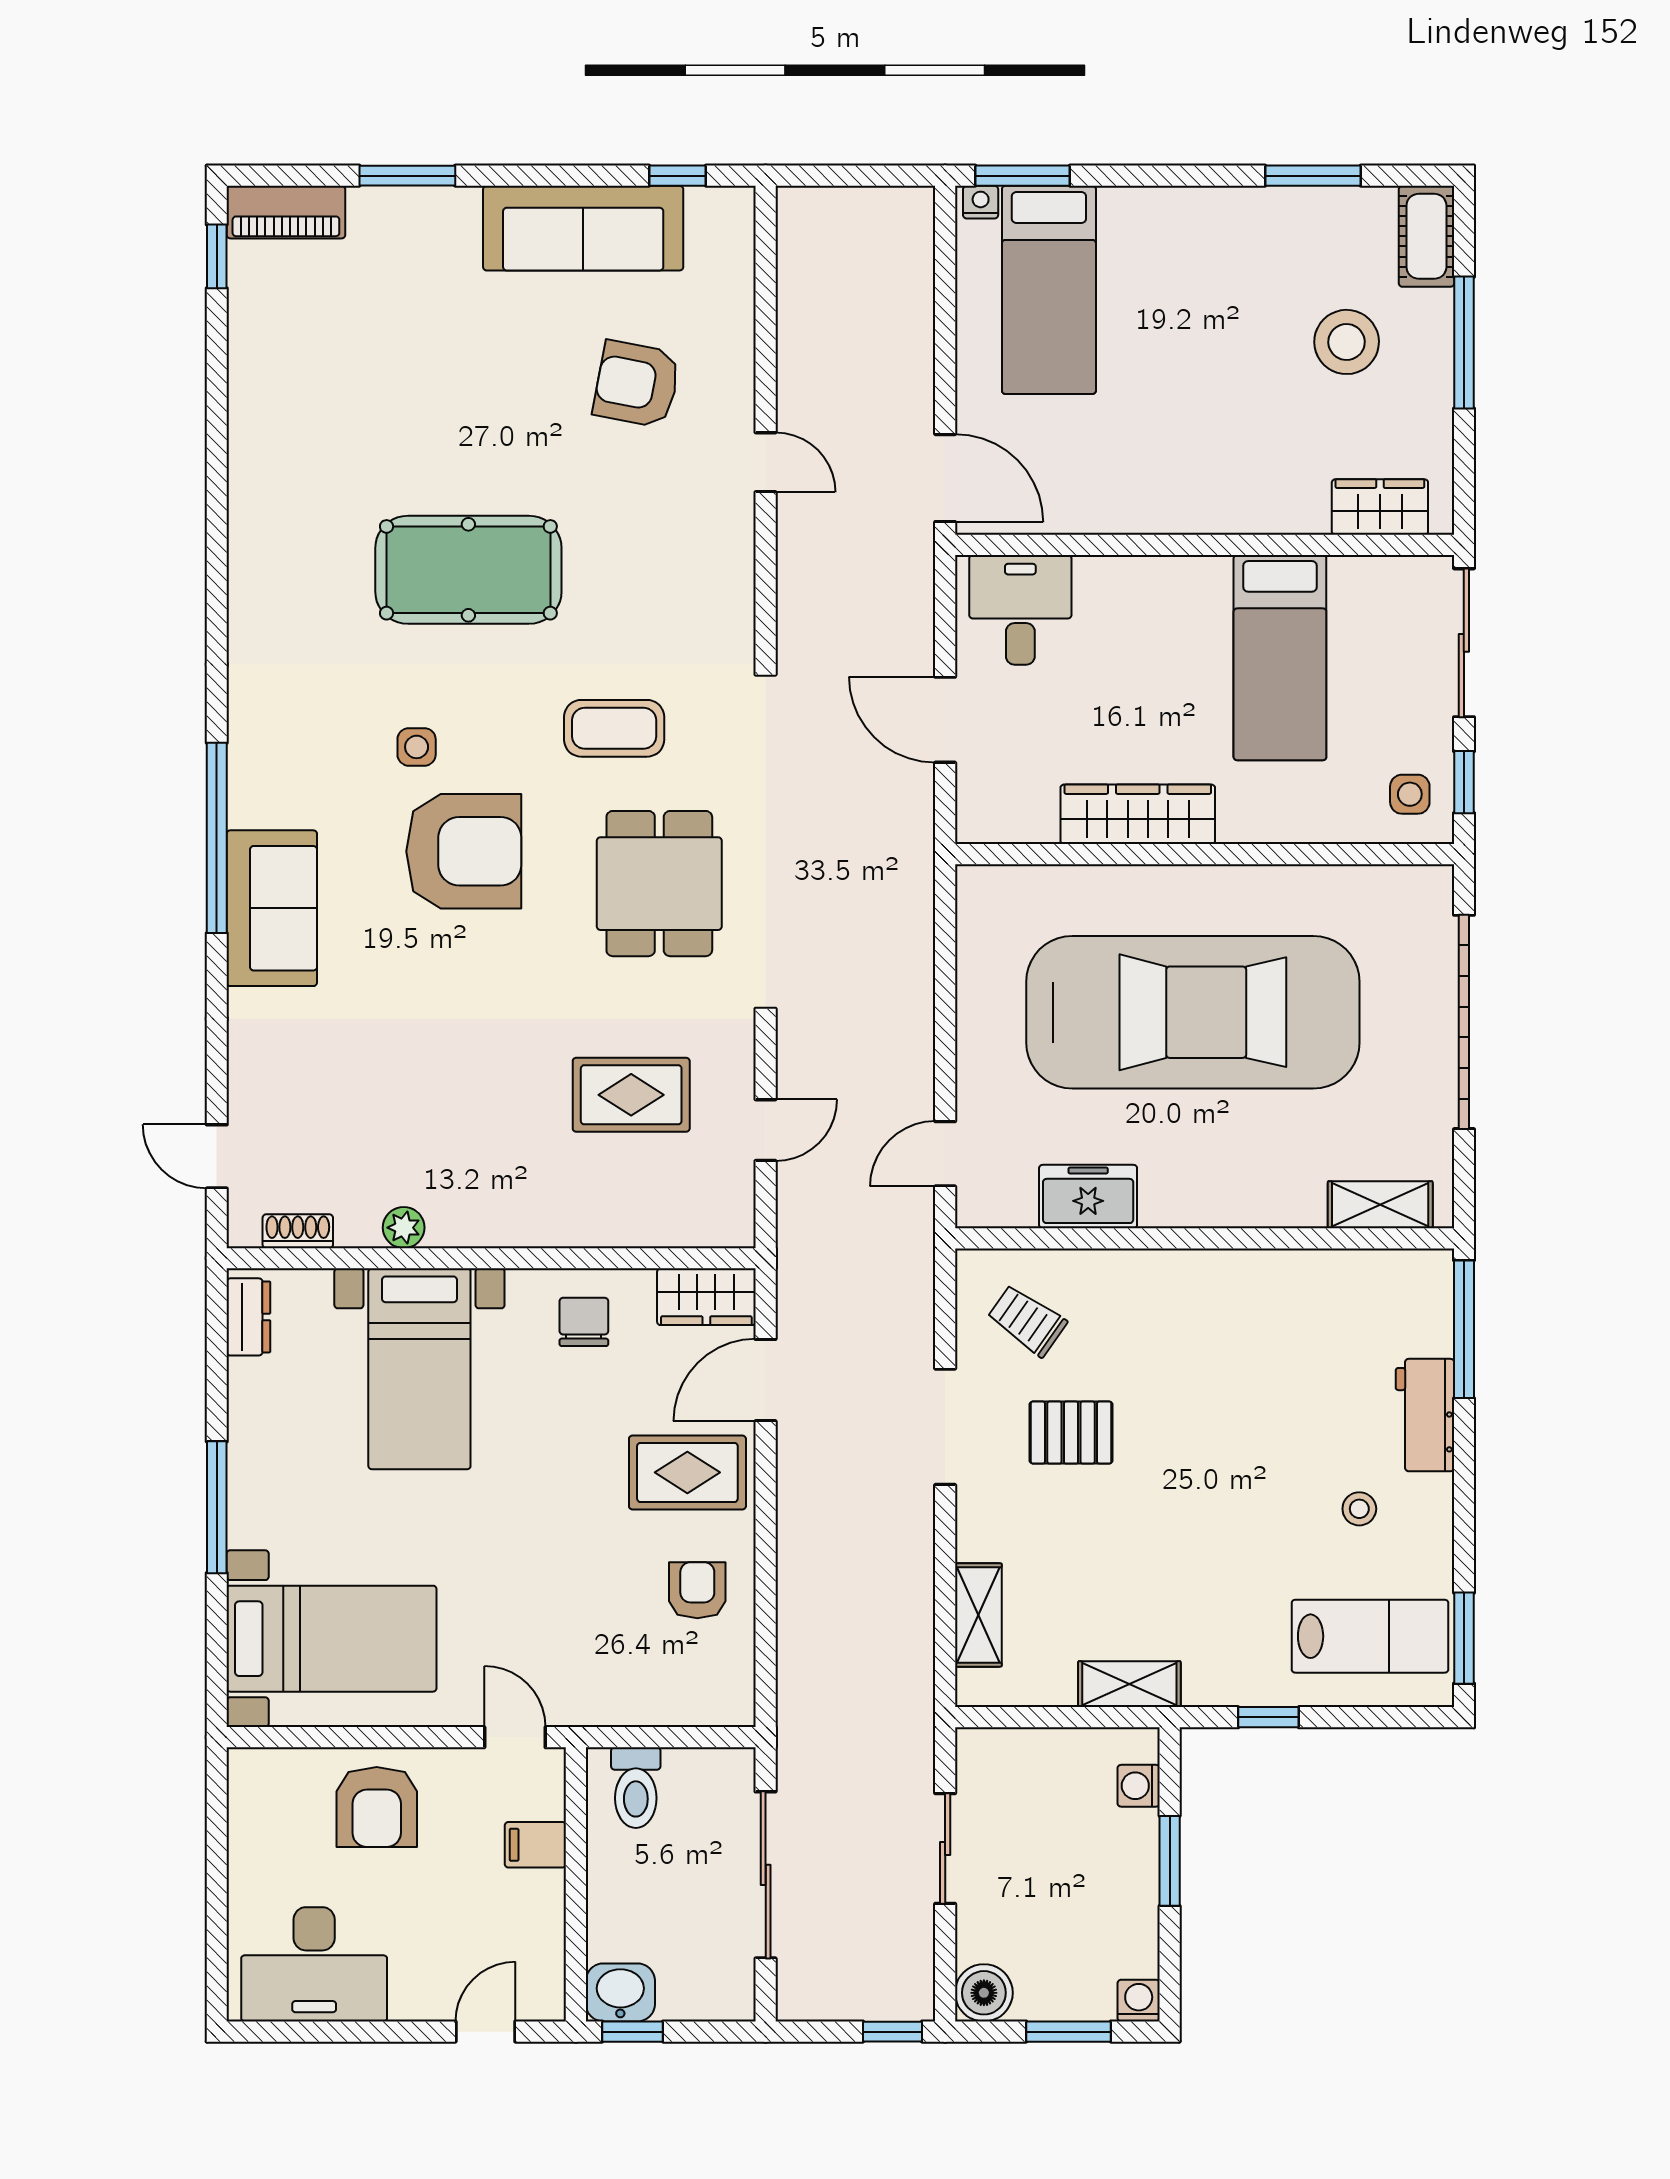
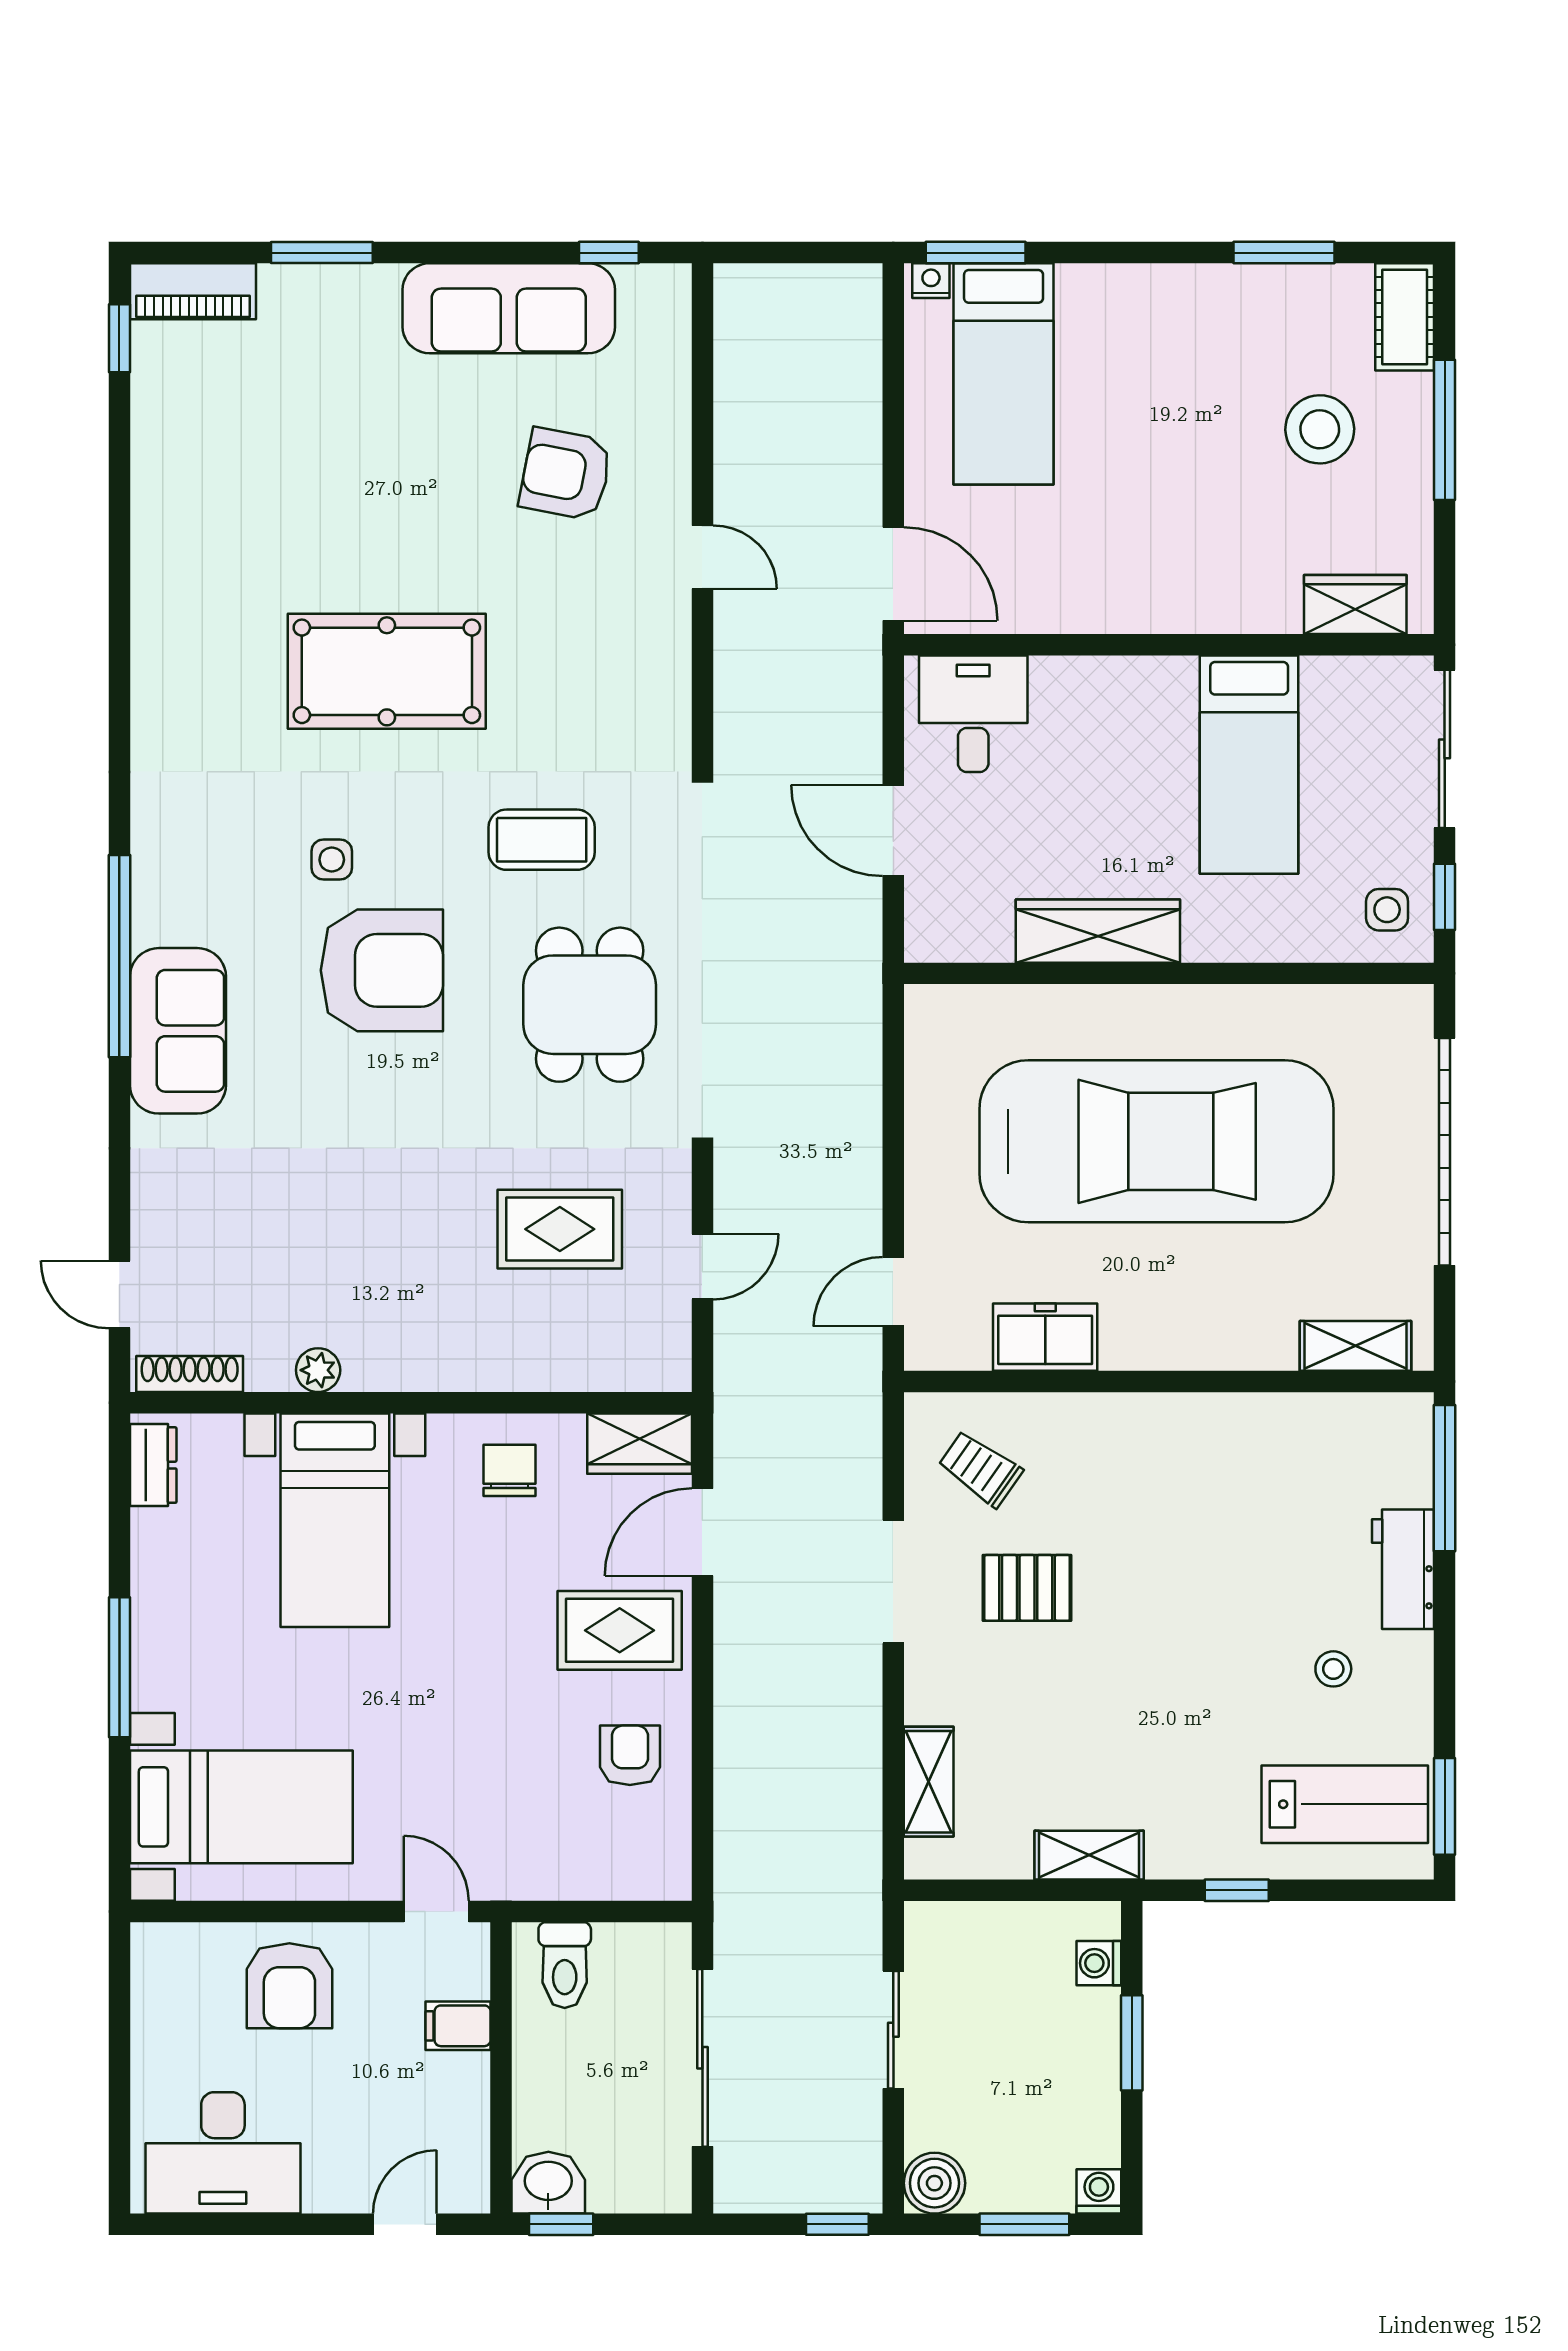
shoe rack: (298, 1231) -> (190, 1374), width x1.43

